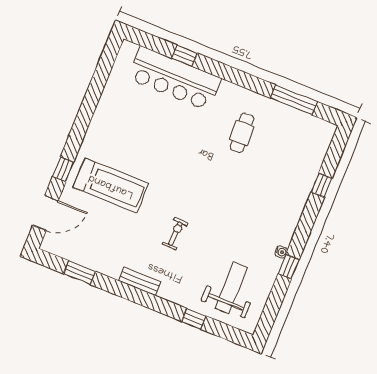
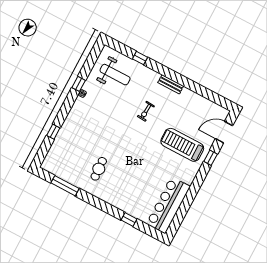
bar counter: (175, 78) -> (168, 205), moved, turned -90
window: (80, 273) -> (207, 93), removed
weight bench: (231, 288) -> (115, 75), turned -90

